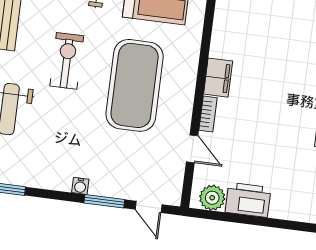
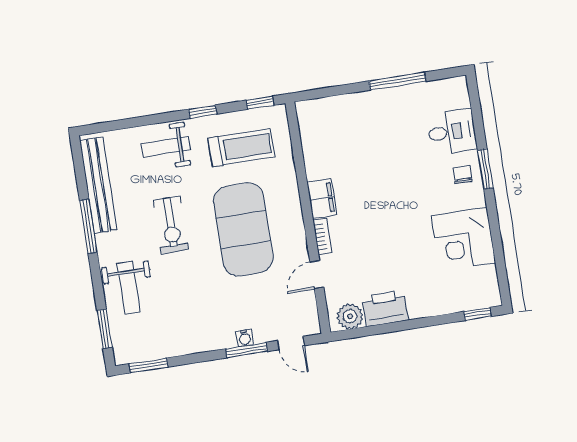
exercise bike: (67, 61) -> (171, 225), turned 180
door: (192, 149) -> (317, 275), swing flipped
water cooler: (80, 186) -> (245, 338), moved

